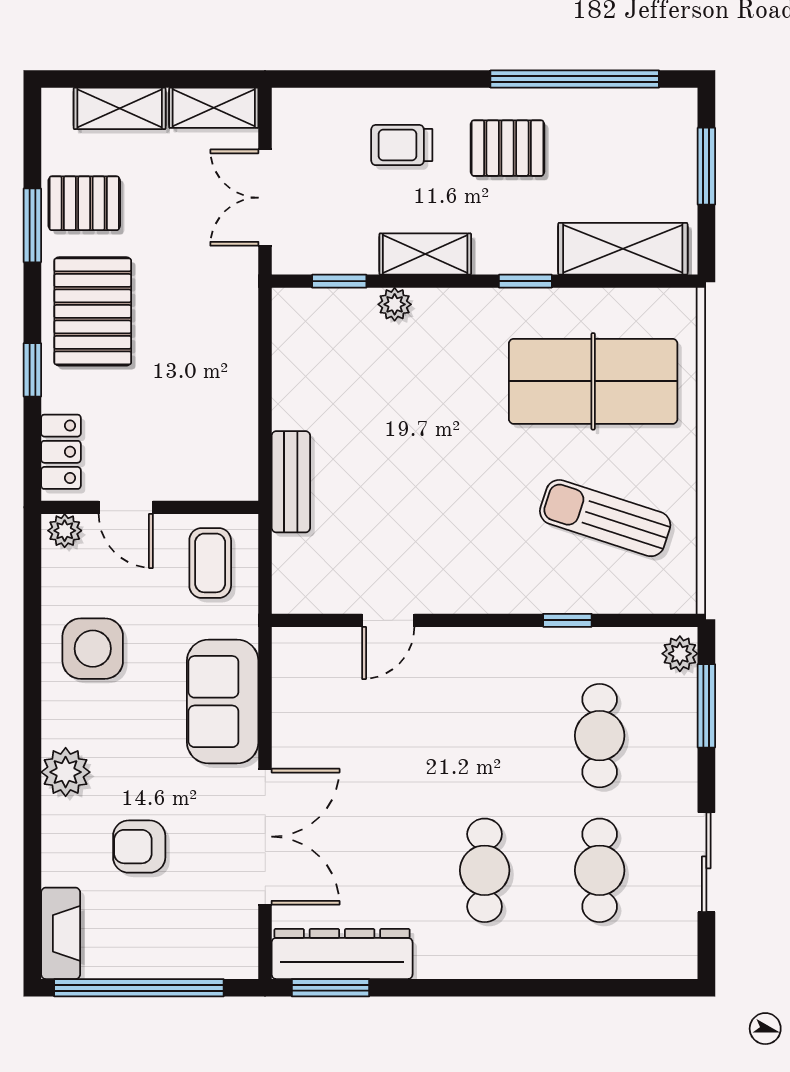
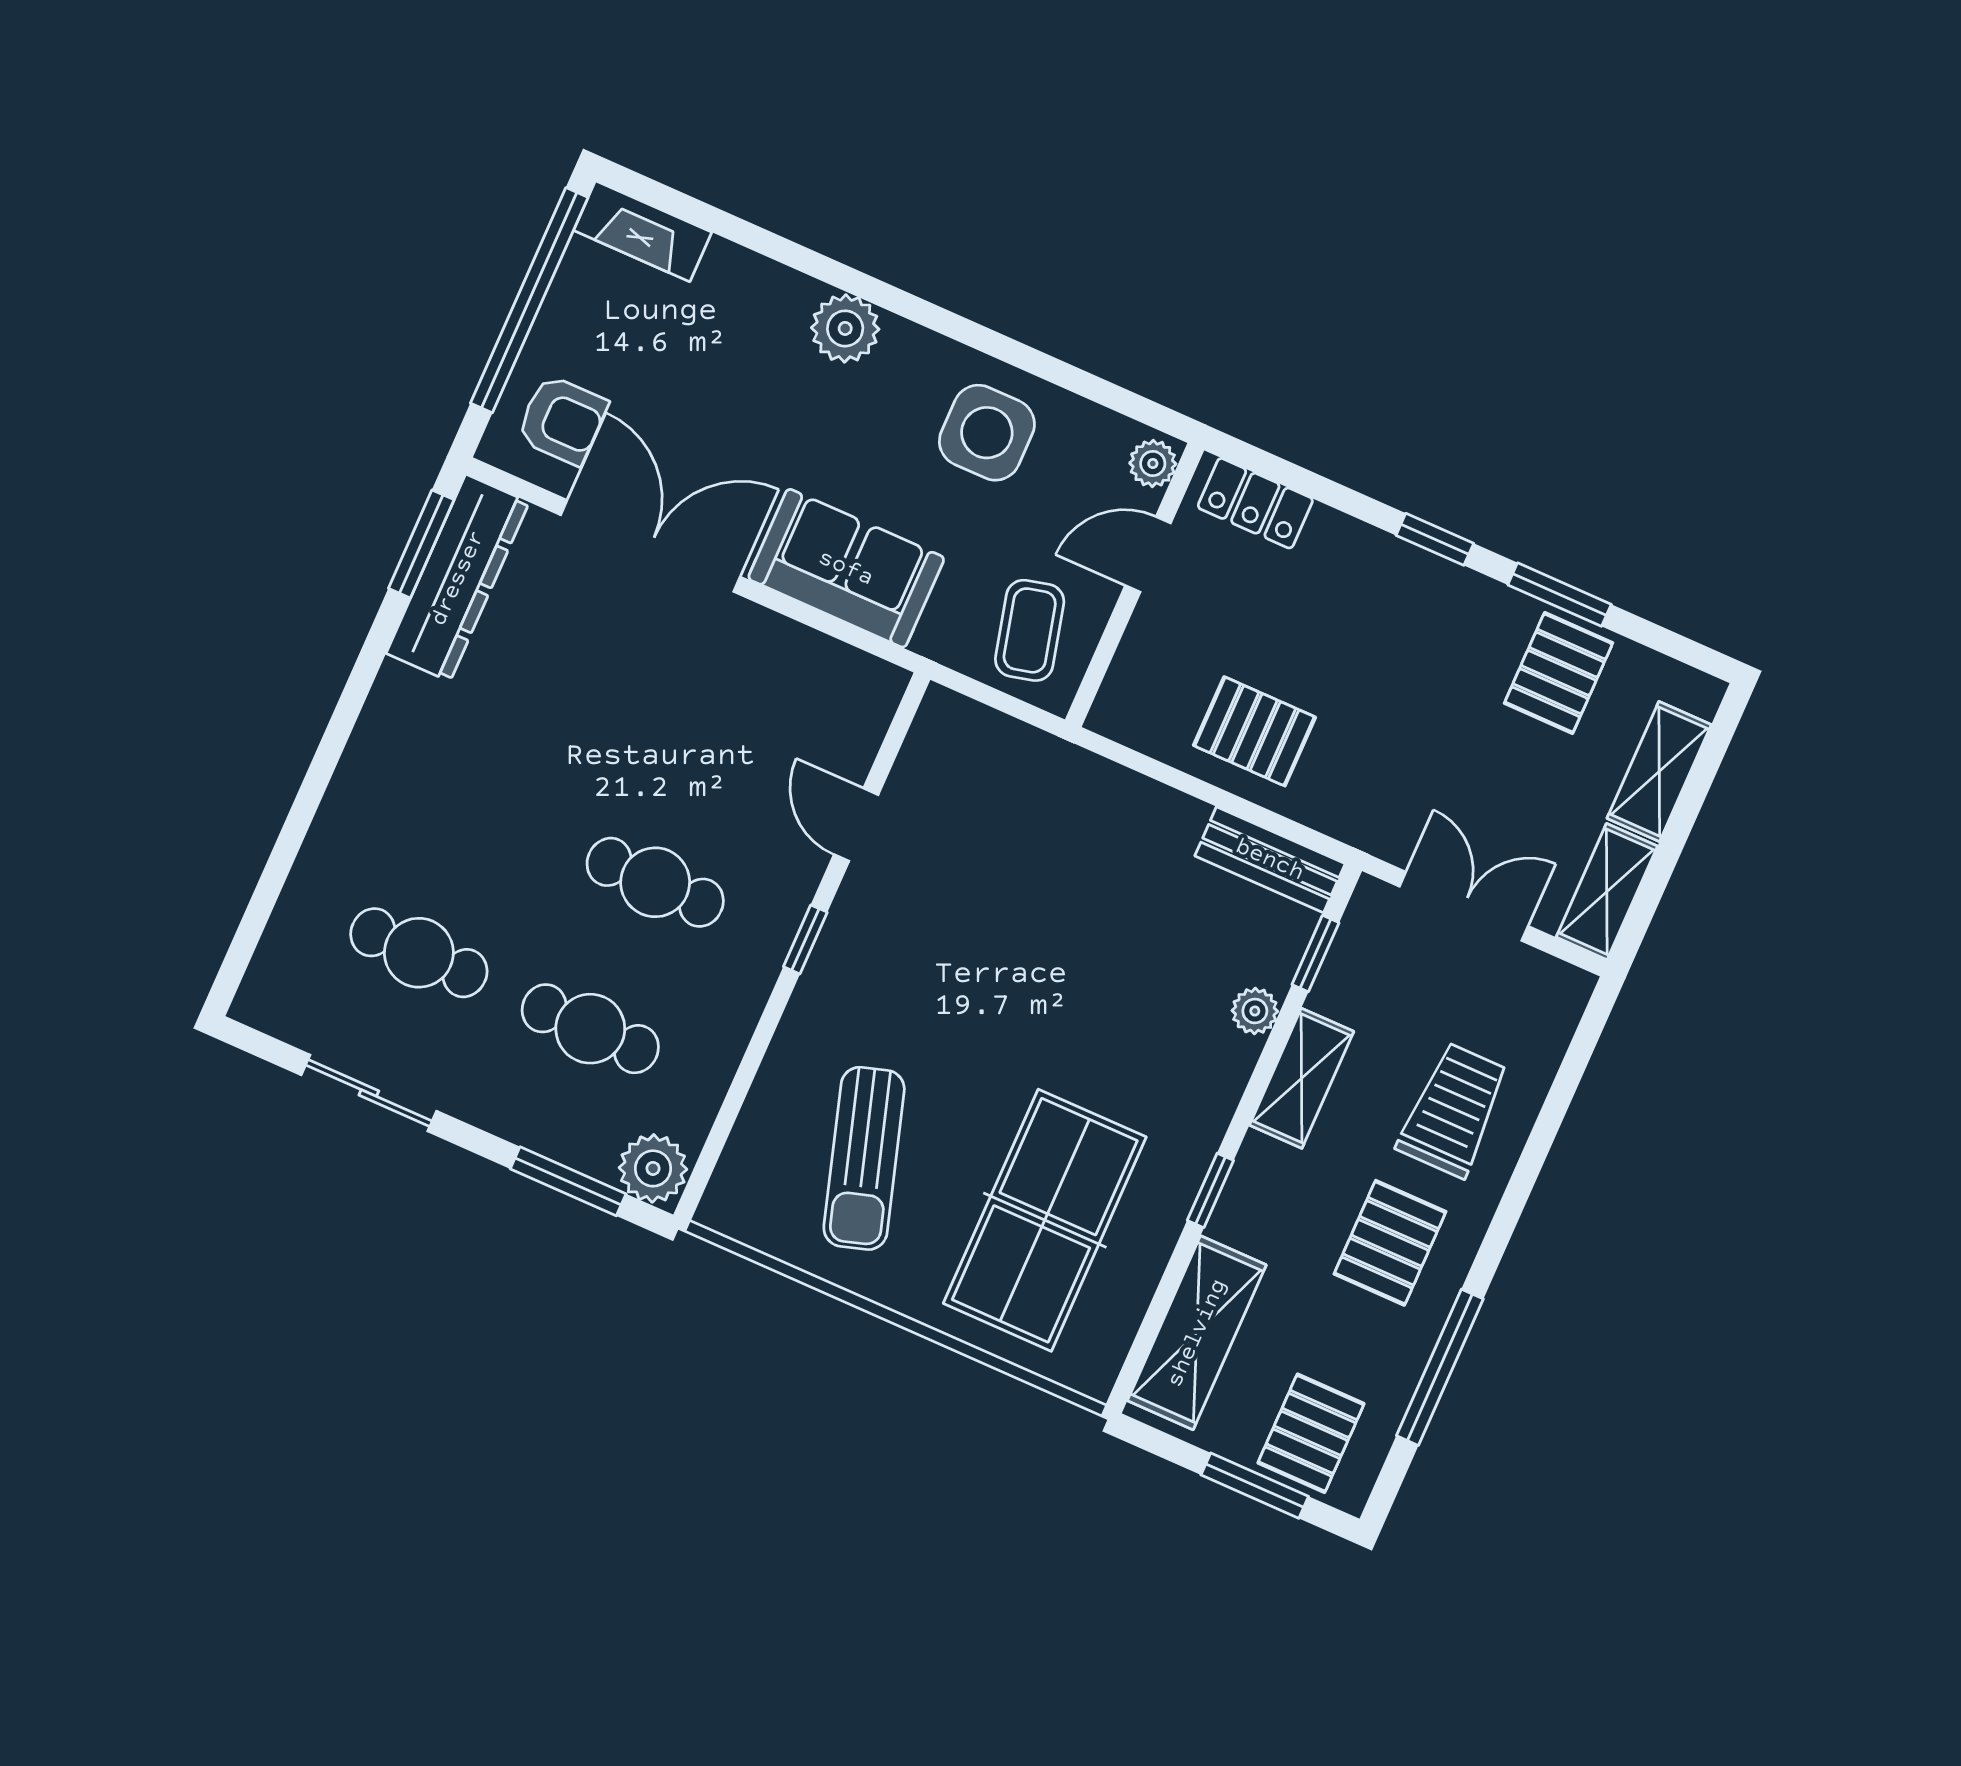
window: (575, 79) -> (1440, 1367), width x0.68
trolley: (402, 145) -> (1453, 1110), width x1.36, depth x1.39
pallet: (656, 145) -> (1311, 1433), added
pallet: (93, 311) -> (1254, 731), moved, width x0.67, depth x0.71
window: (32, 370) -> (1435, 539), moved
bench: (291, 482) -> (1270, 860), moved
sun lounger: (605, 518) -> (864, 1158), turned 145
coffee table: (210, 563) -> (1030, 630), turned 76
window: (567, 620) -> (805, 939), moved
plant: (680, 654) -> (653, 1168), width x1.38, depth x1.38
double door: (265, 837) -> (650, 546), swing flipped
armchair: (139, 847) -> (562, 420), moved, turned 90
cafe table: (485, 870) -> (655, 882), moved

